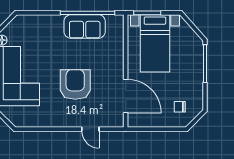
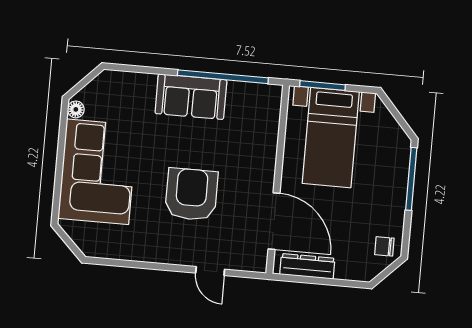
sofa: (85, 26) -> (191, 97), moved
chair: (180, 107) -> (384, 246), moved
dresser: (148, 121) -> (307, 266), added

